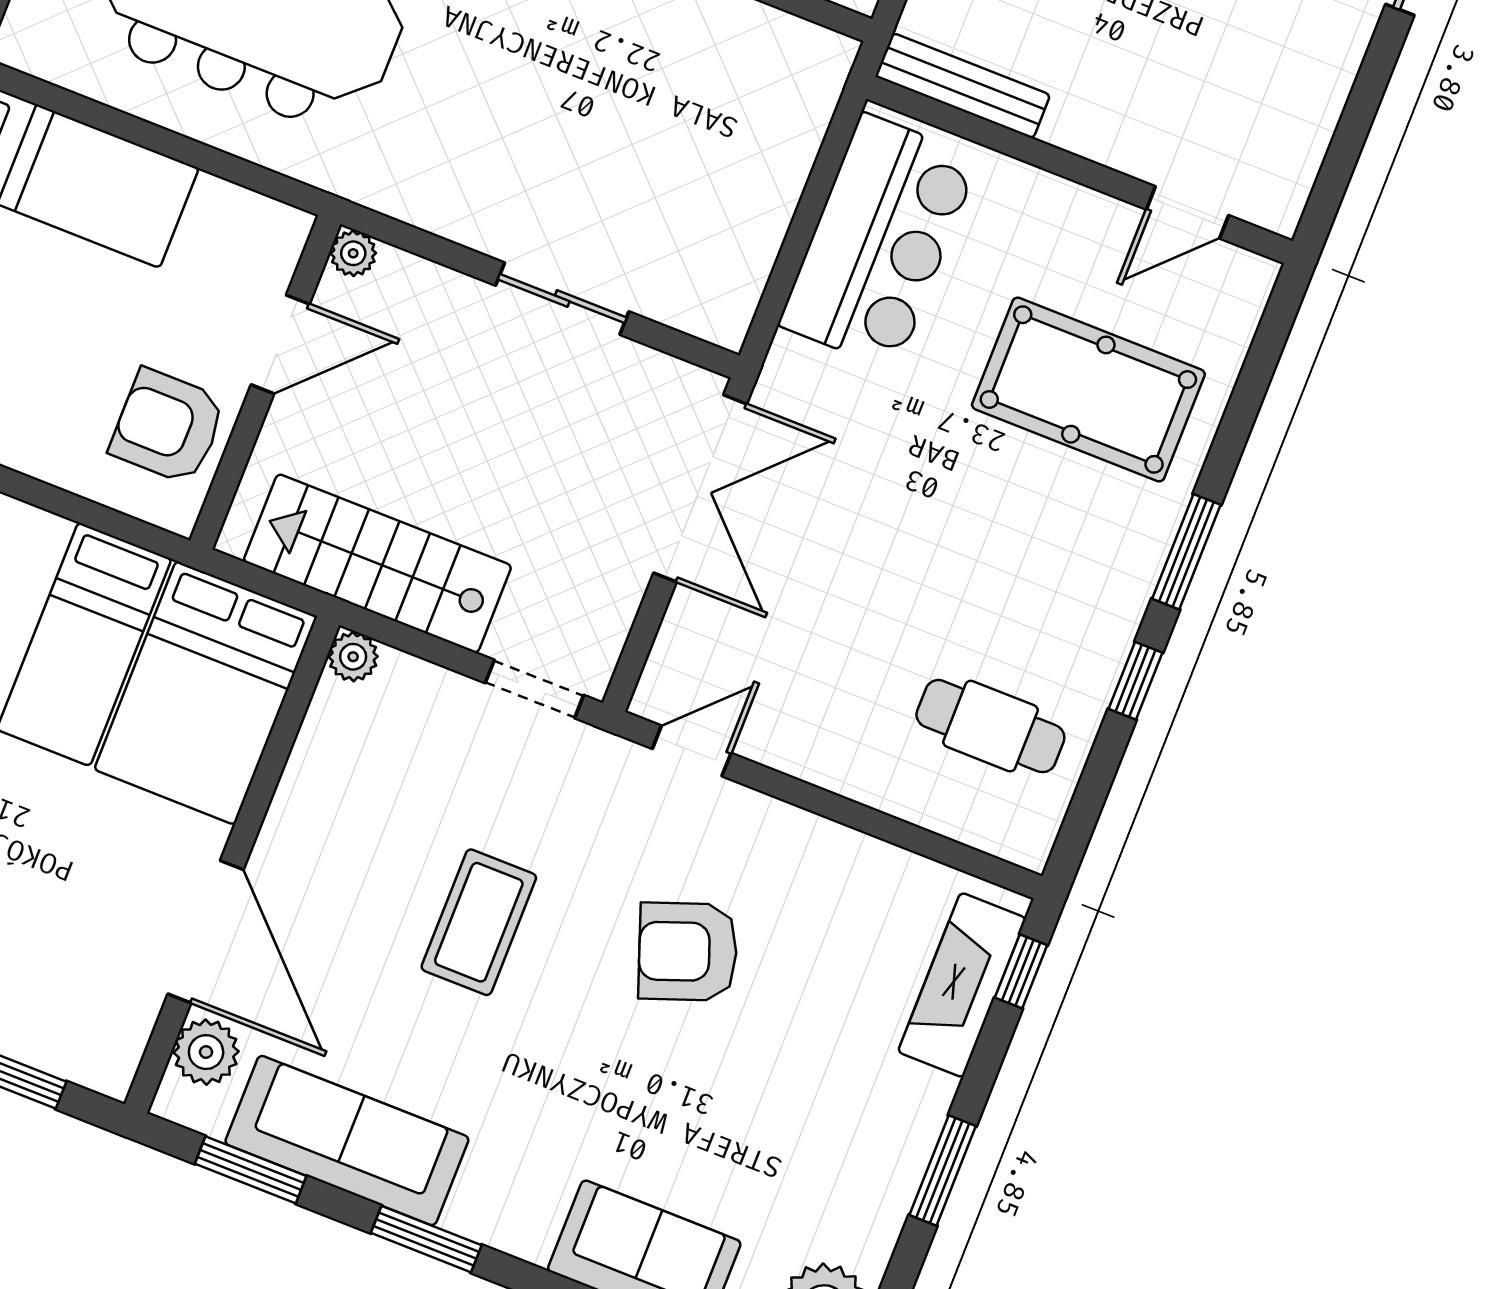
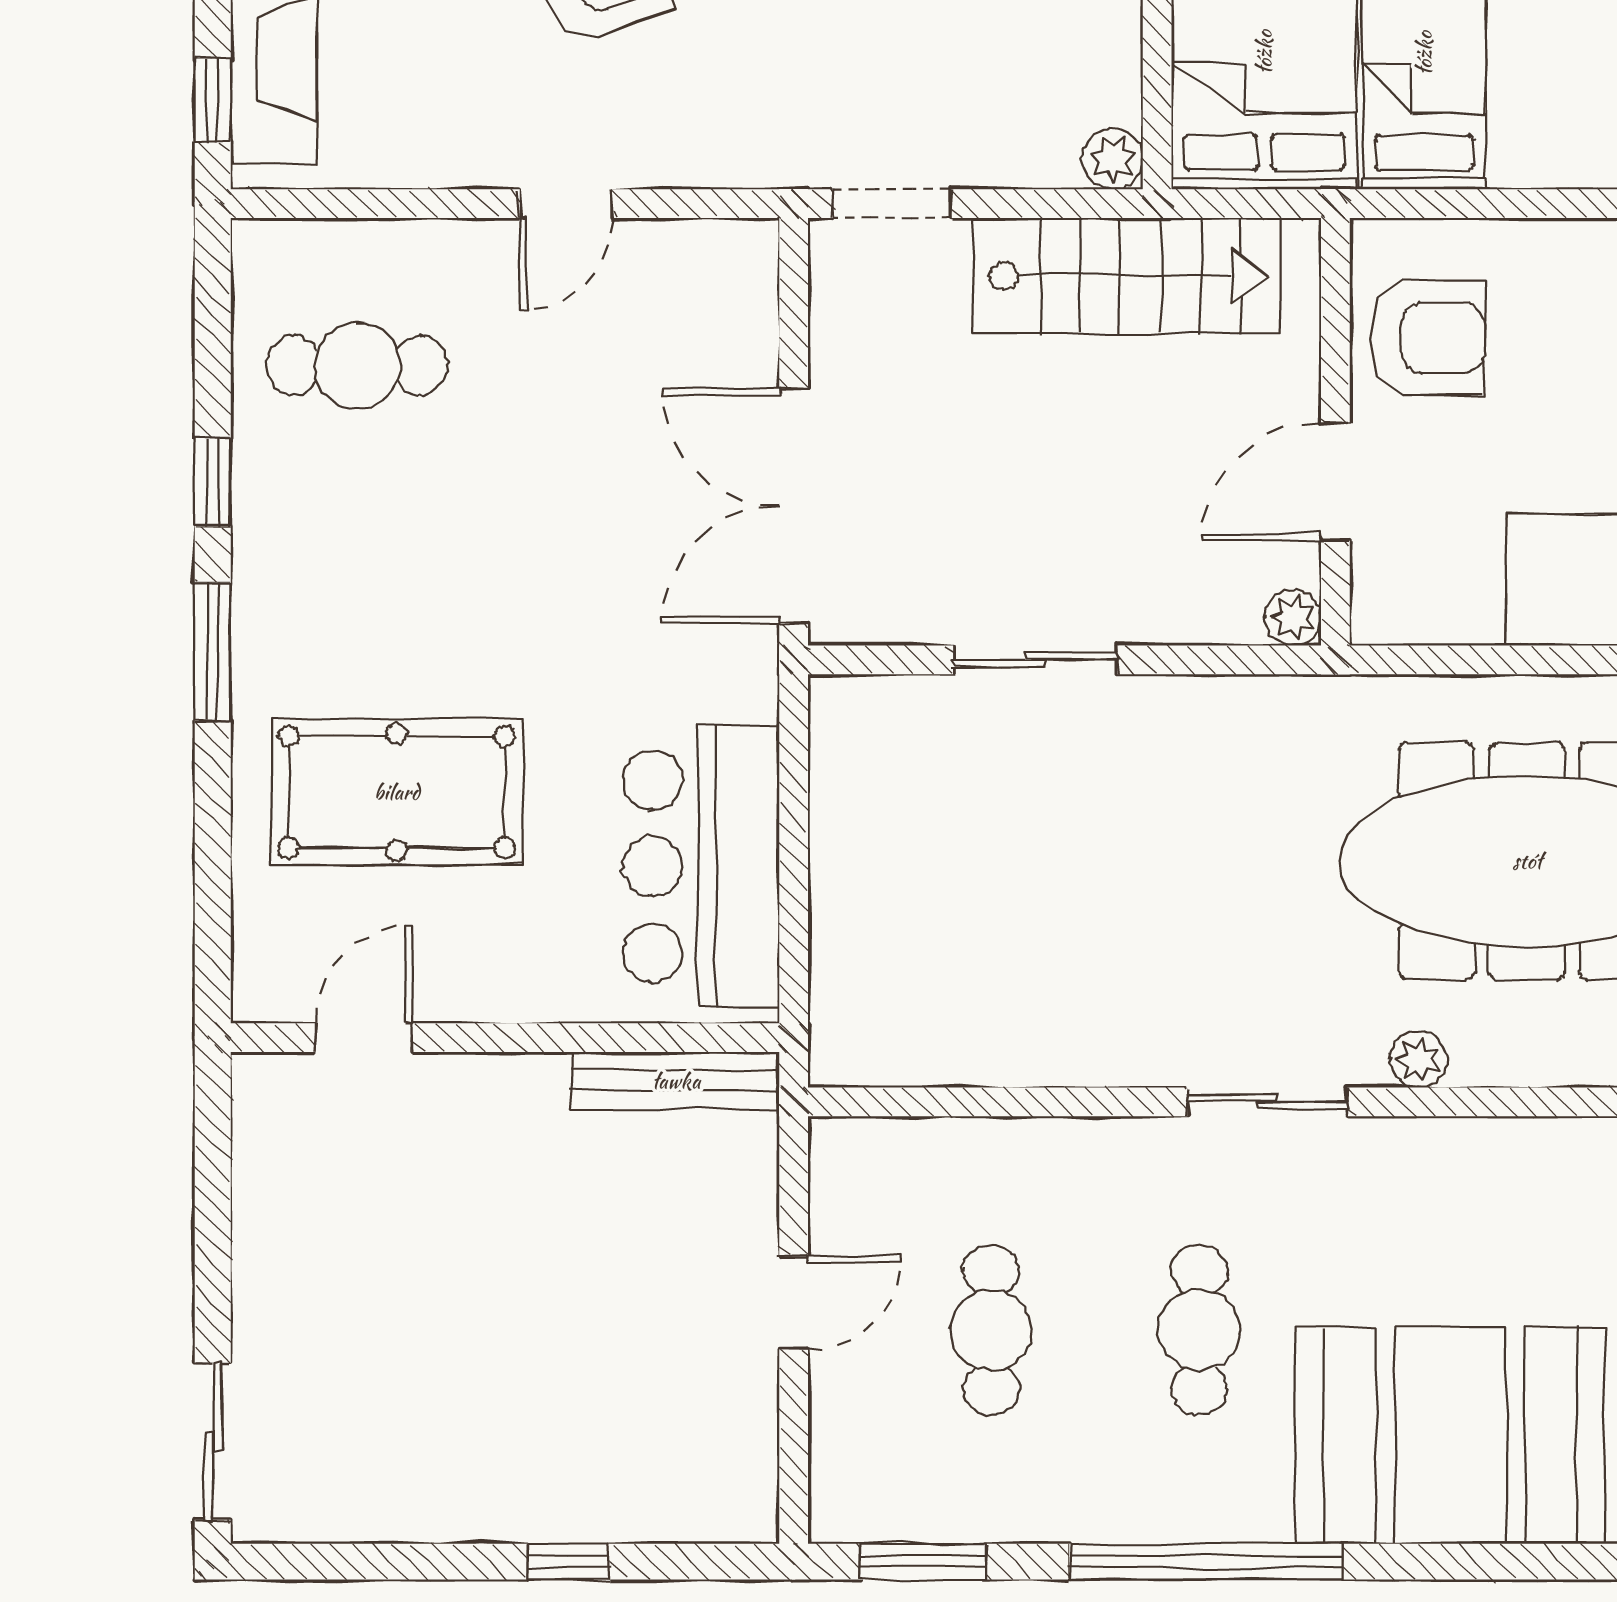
door: (692, 751) -> (566, 204), moved

